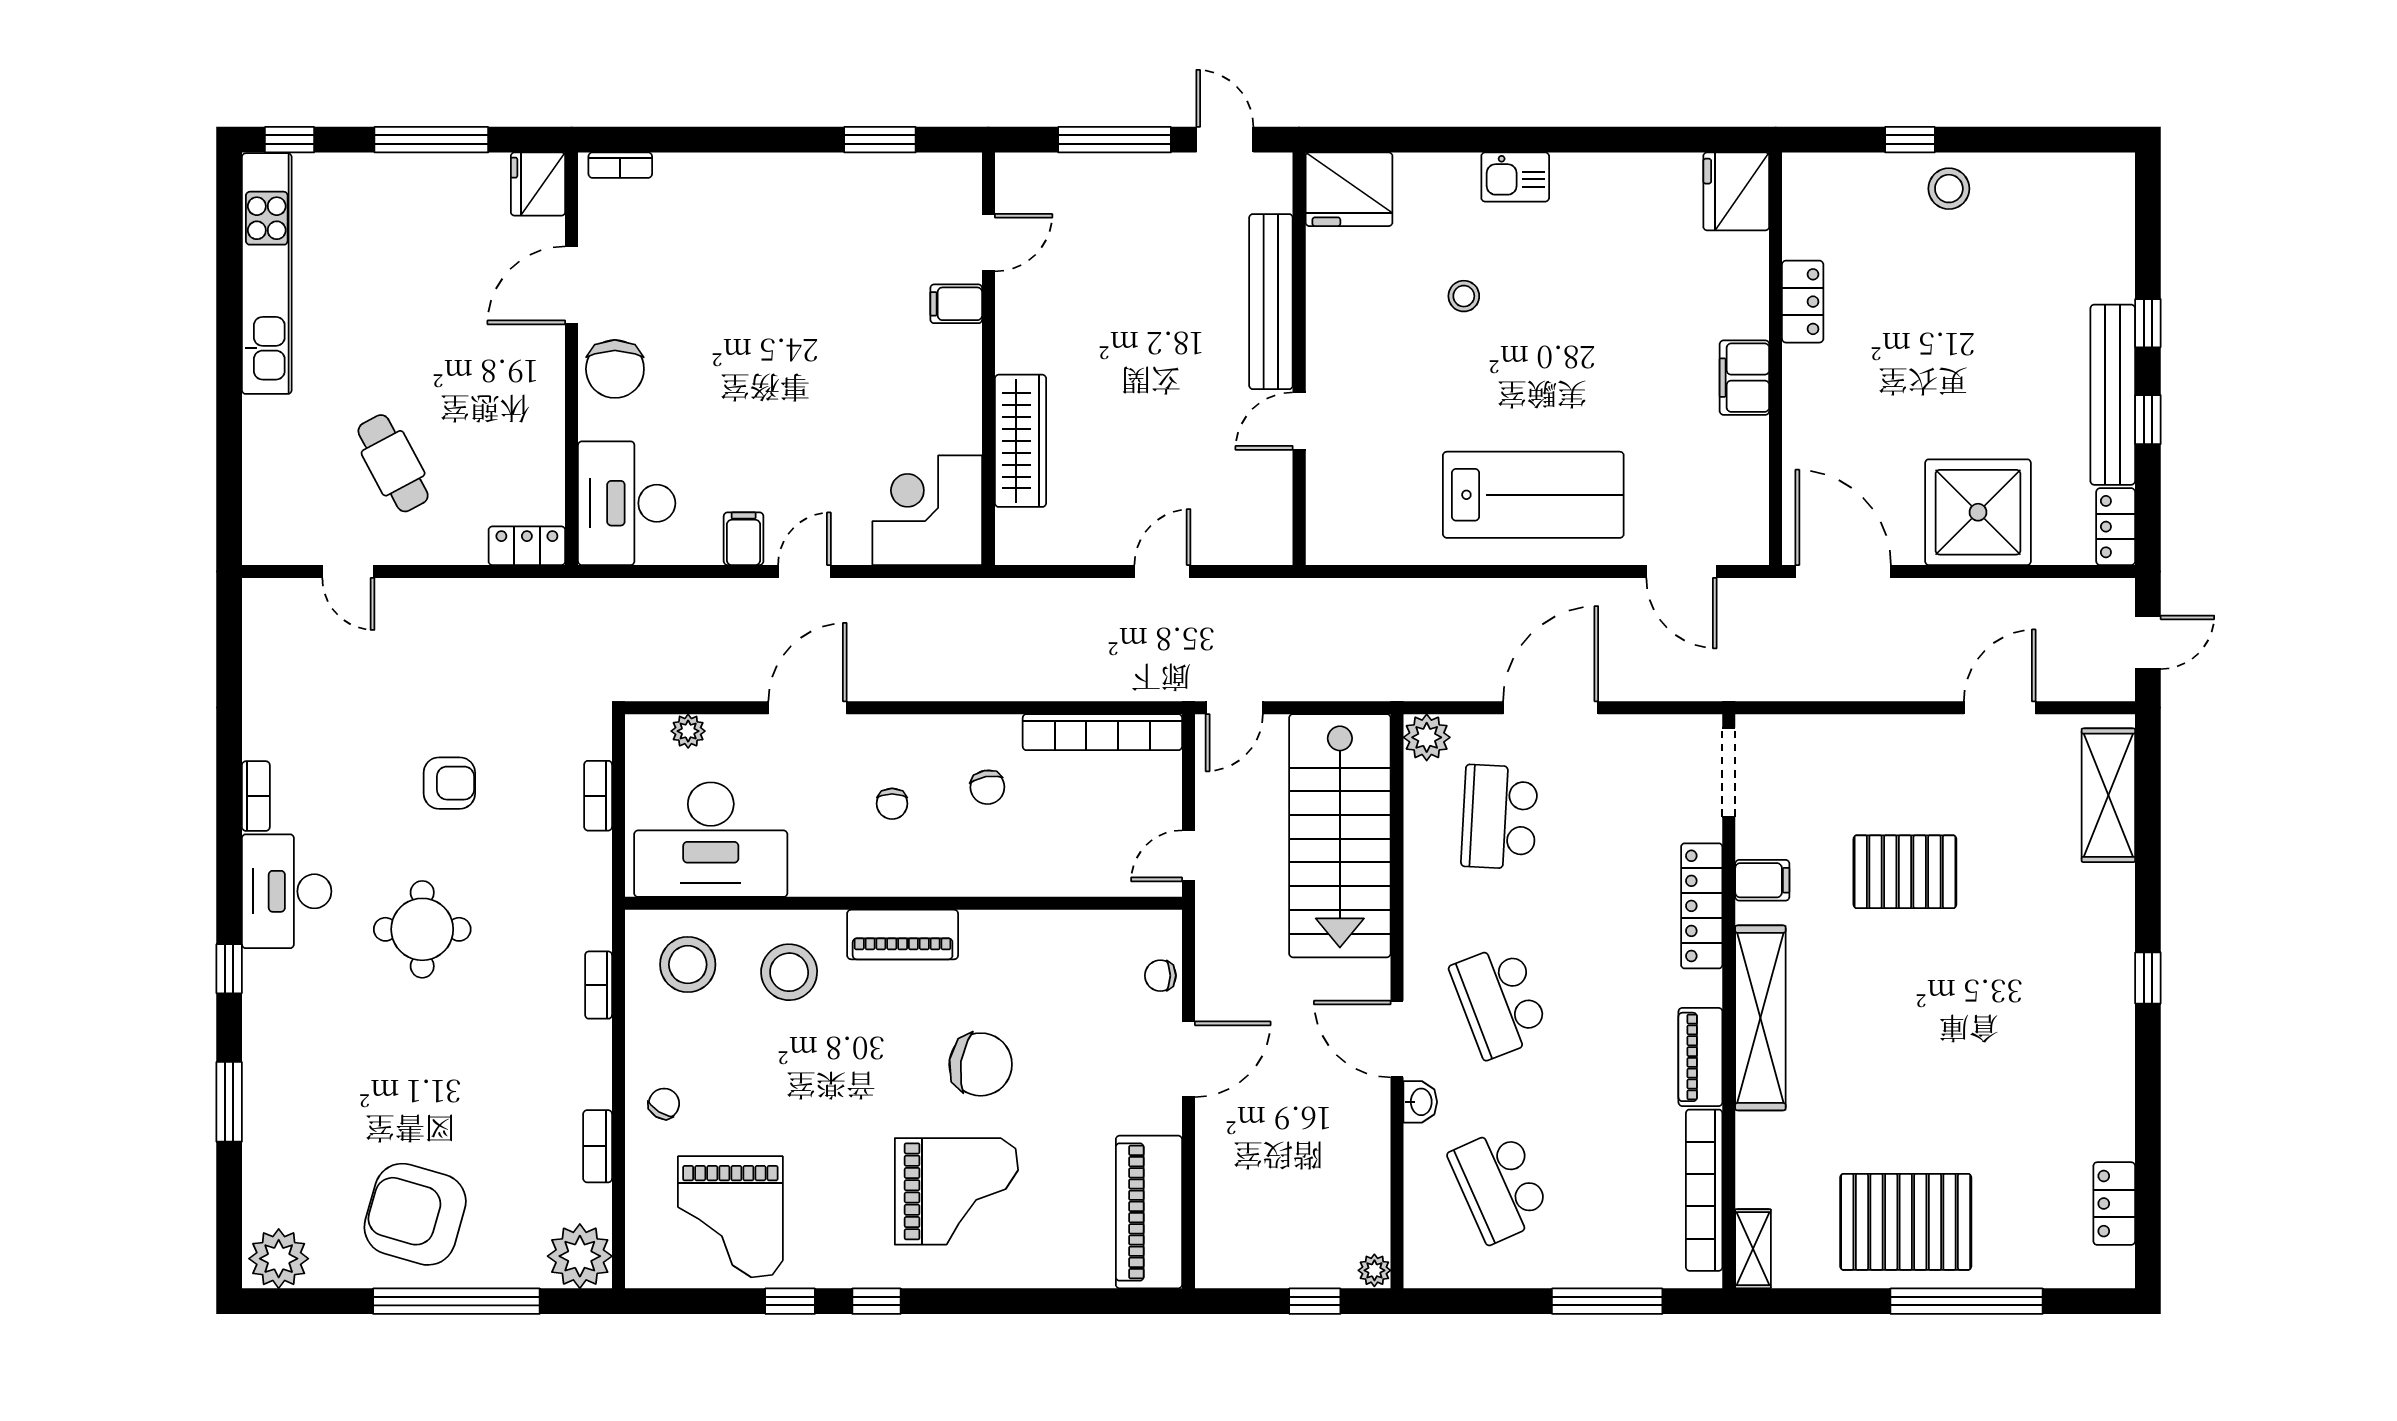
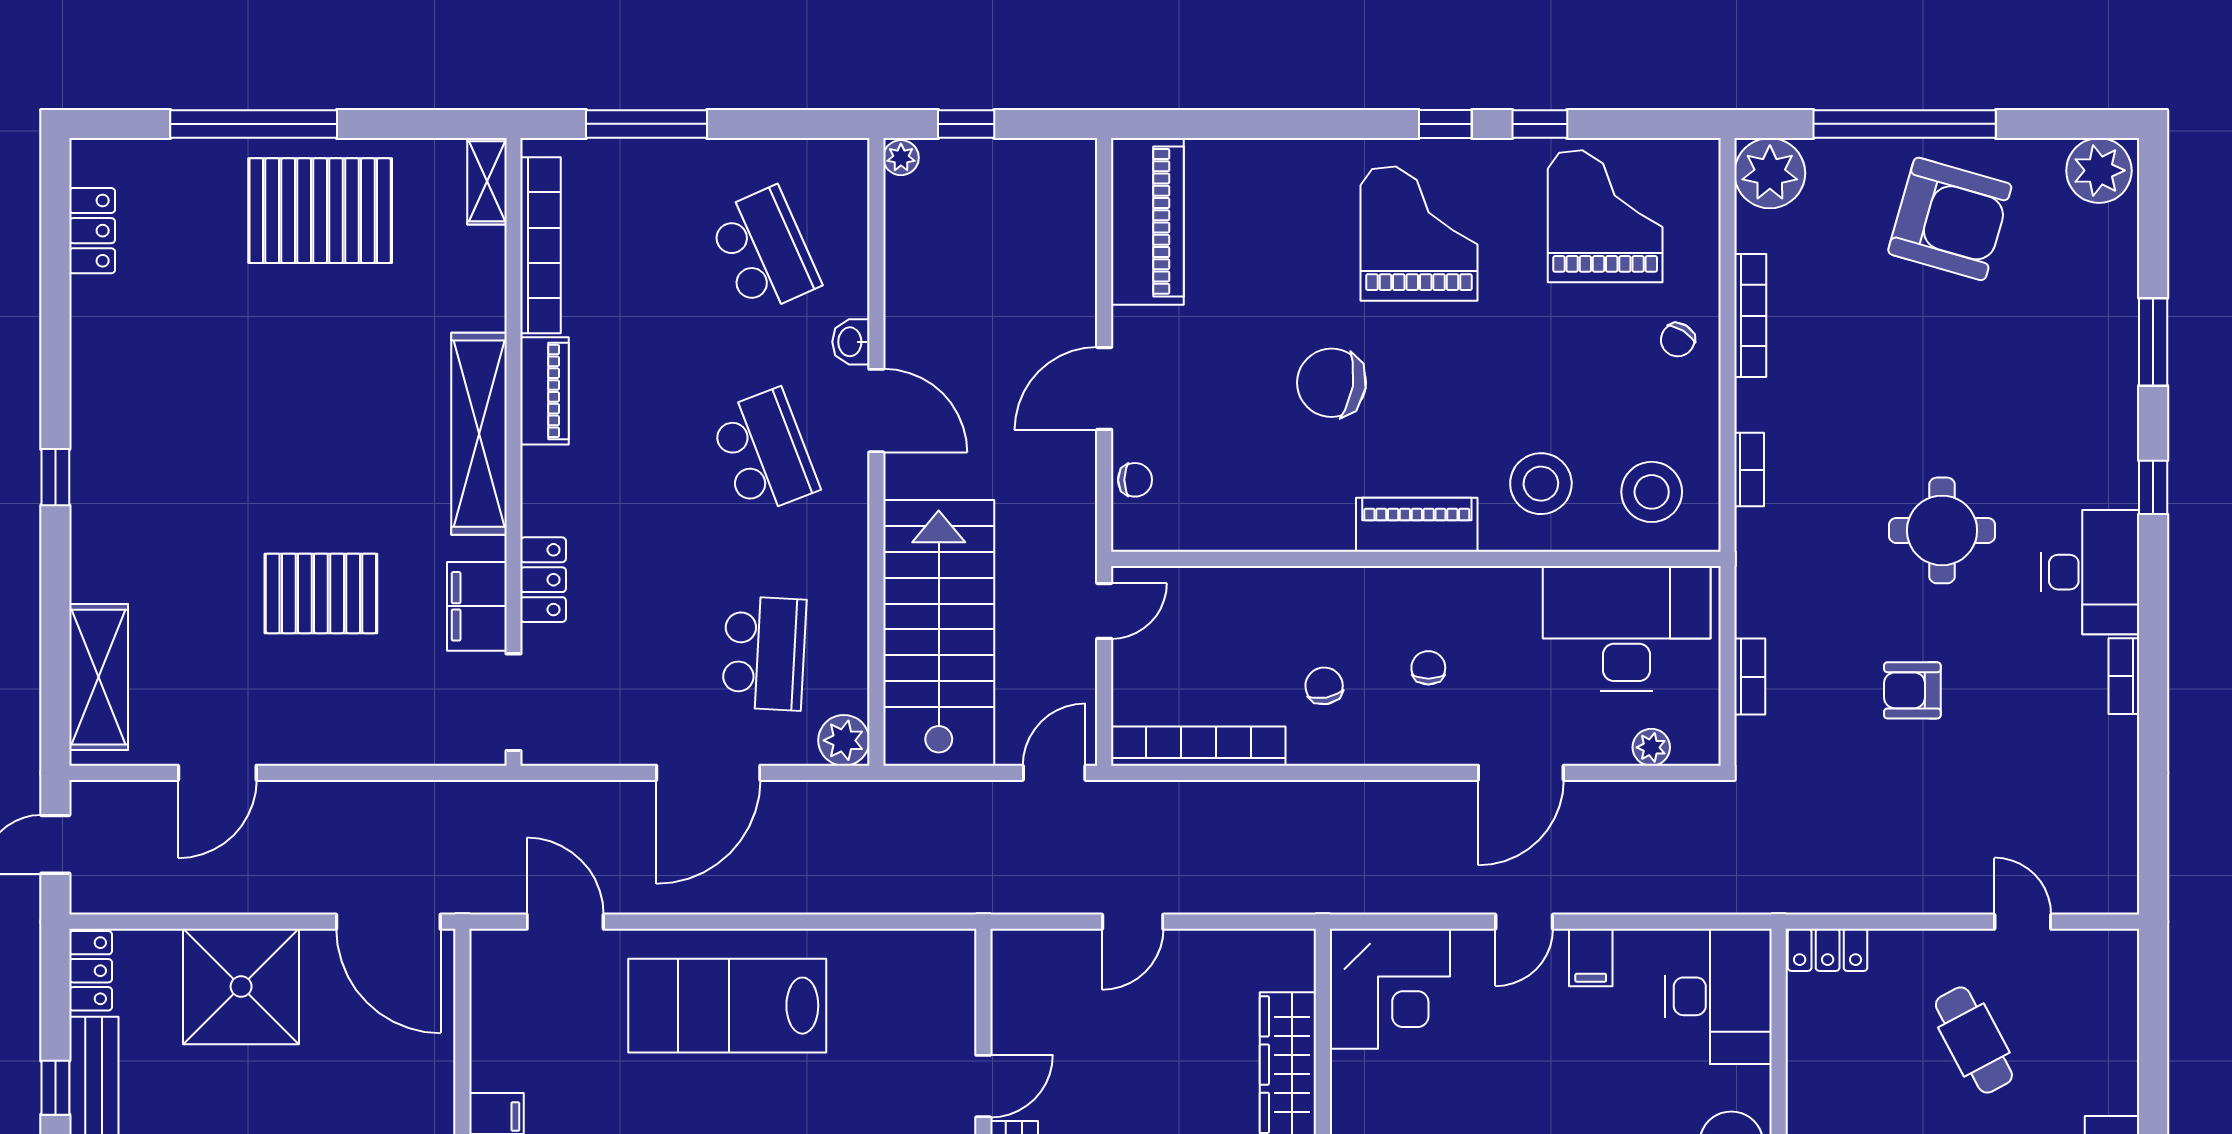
filing cabinet: (1762, 880) -> (477, 606), width x2.00
locker: (1702, 906) -> (543, 580), width x0.66
bookcase: (598, 1146) -> (1750, 316), width x1.56
grand piano: (956, 1191) -> (1419, 234), moved, turned 90

